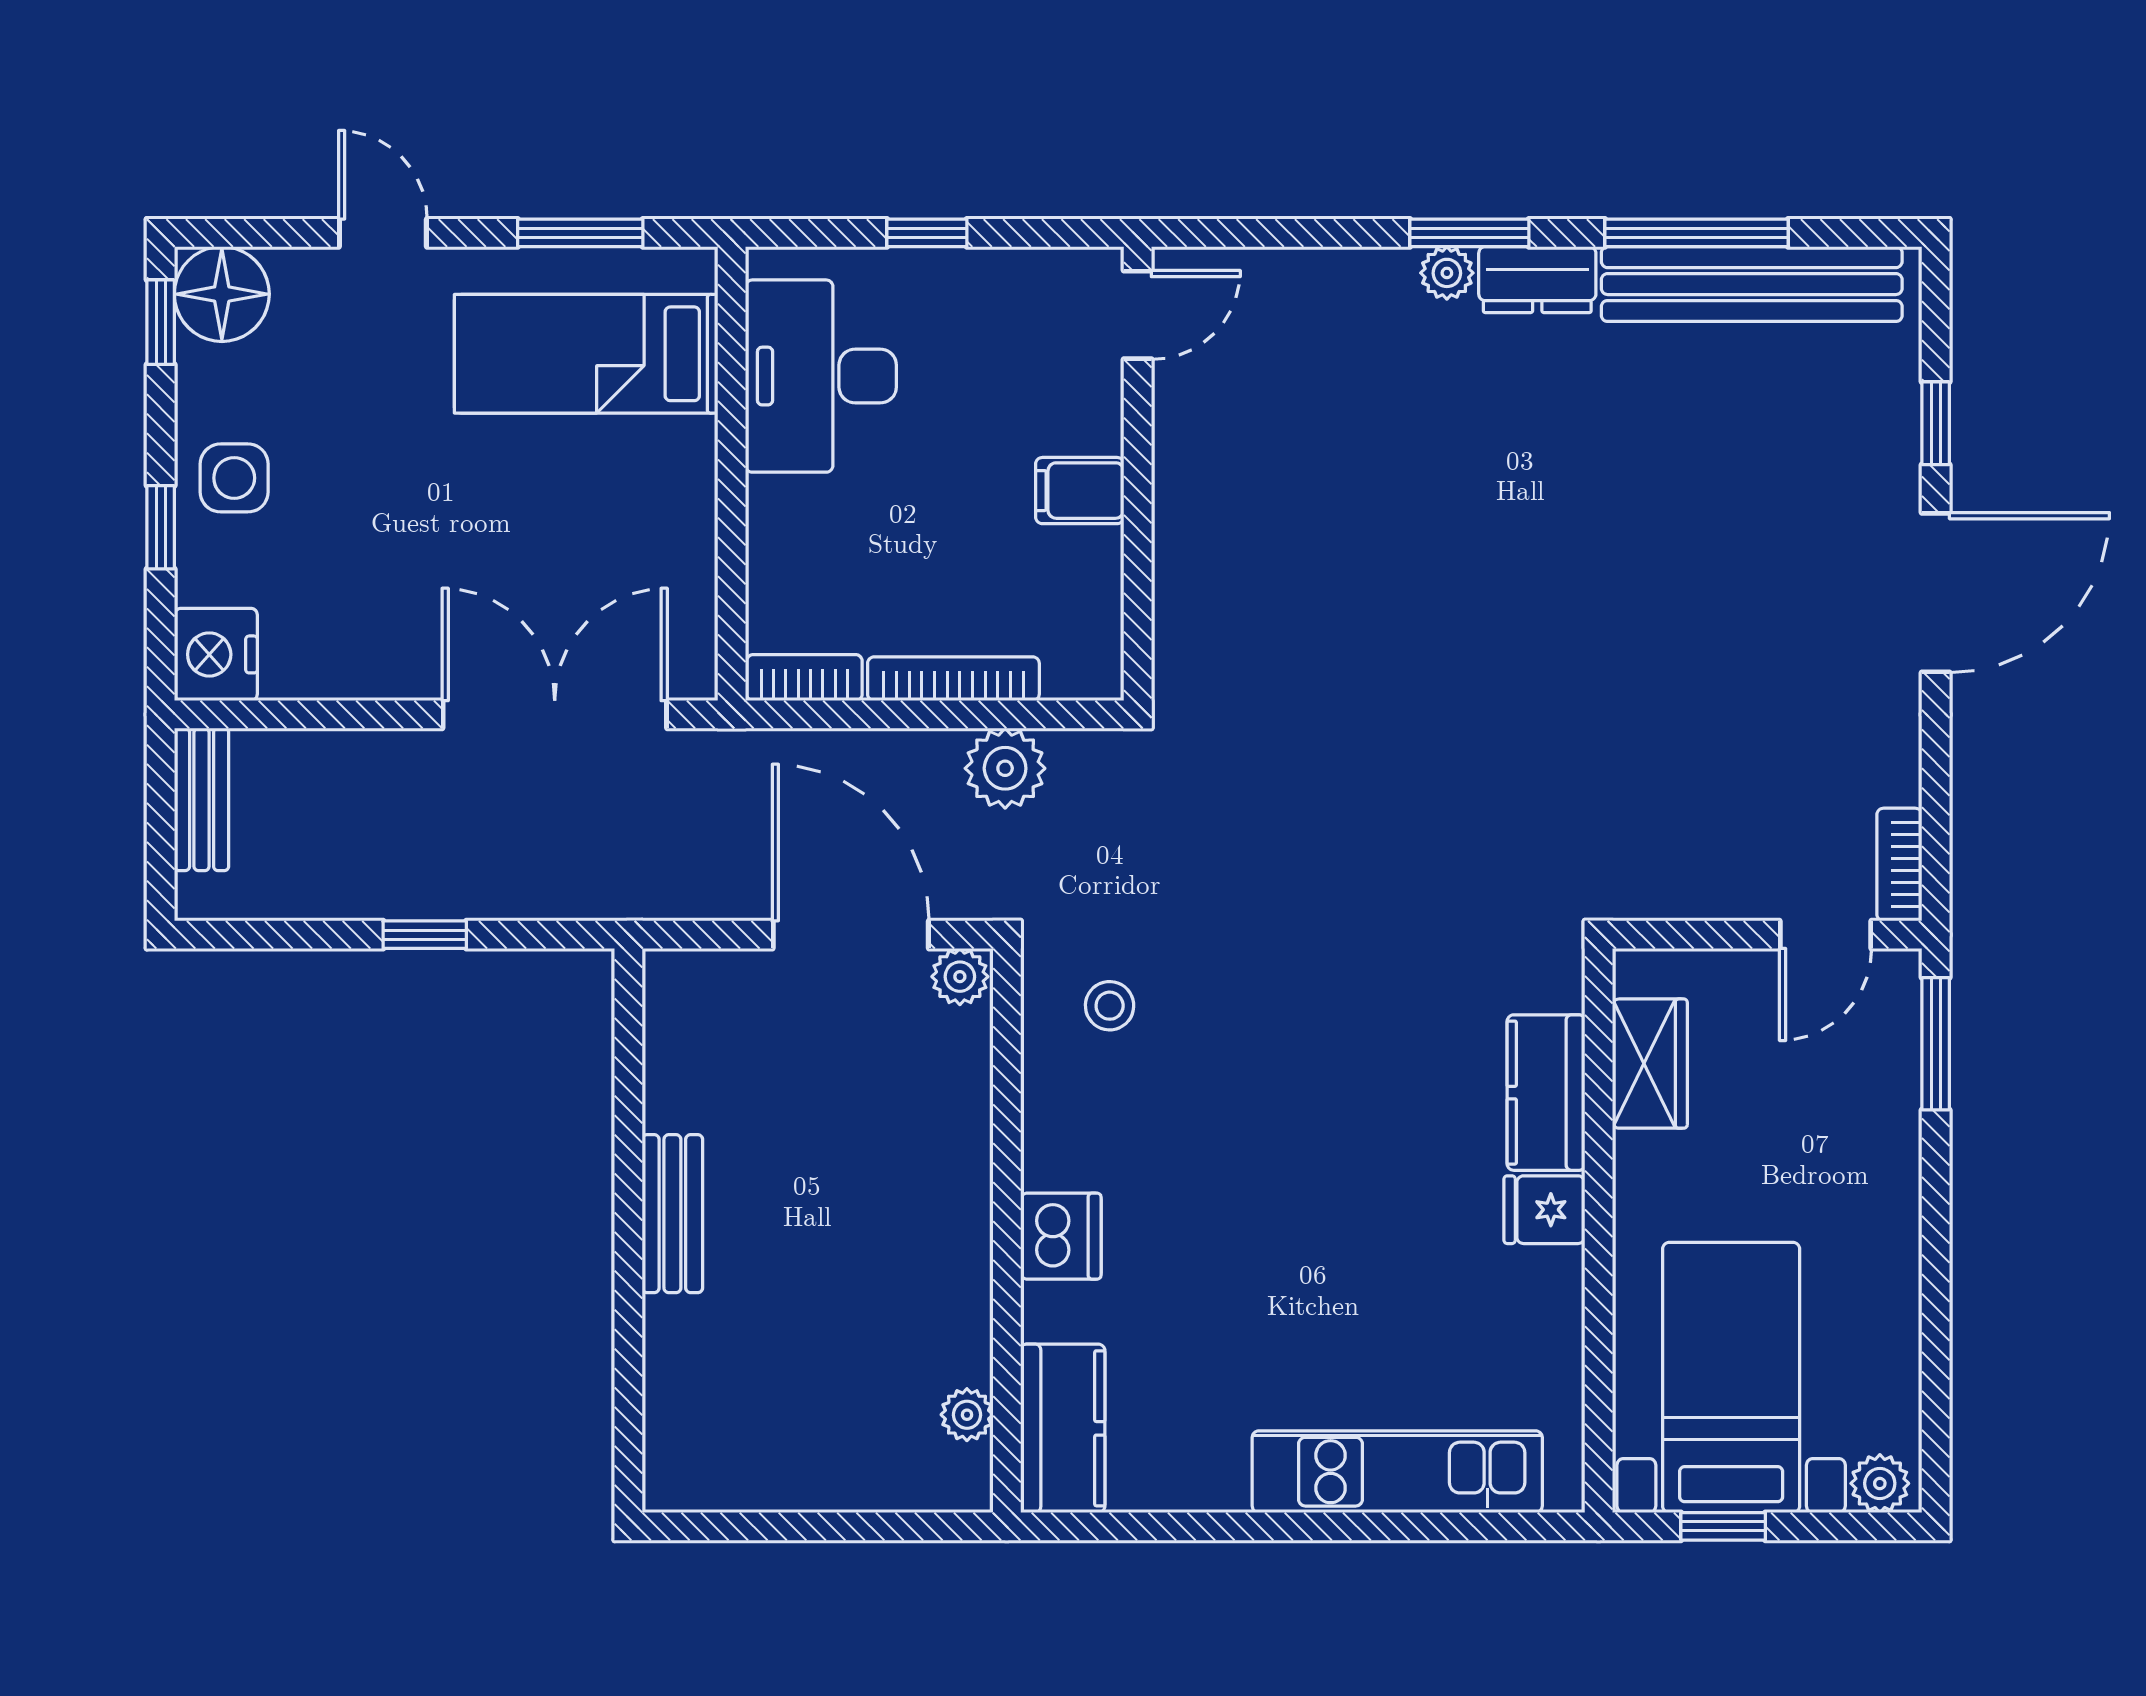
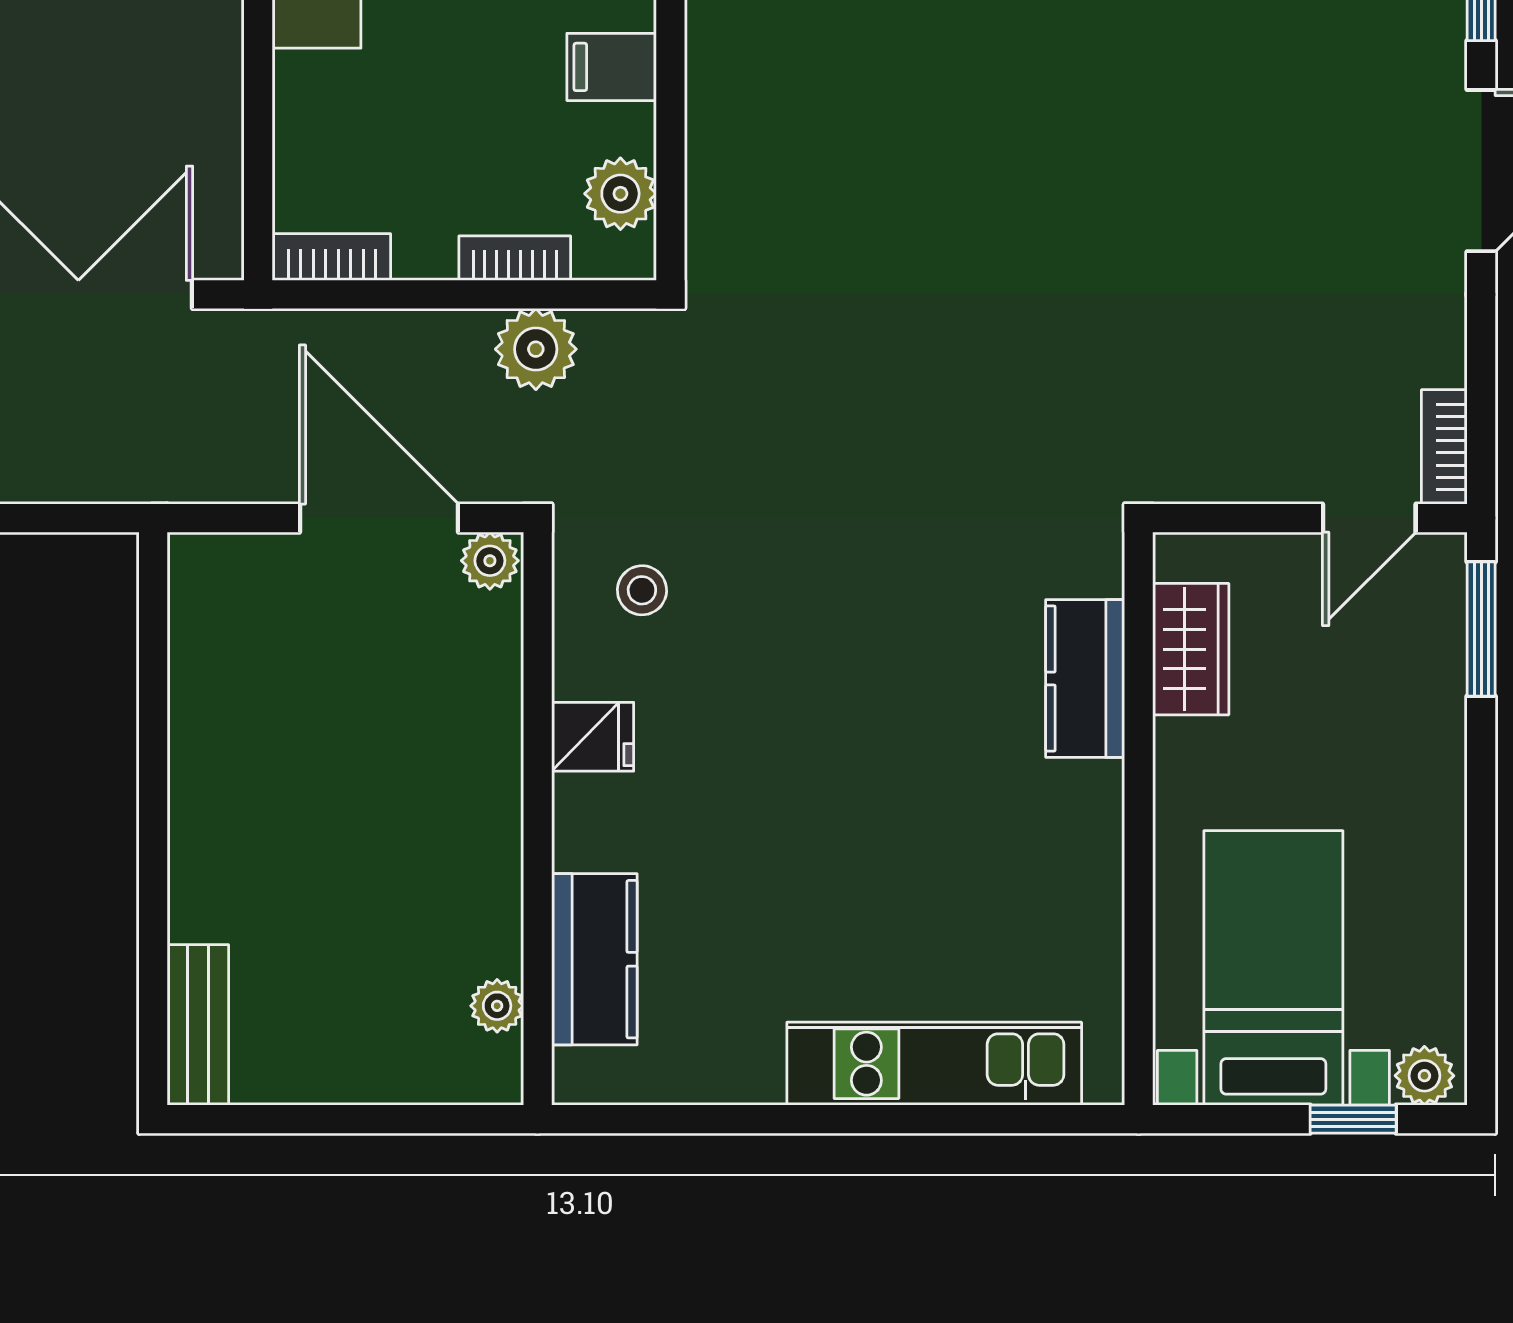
plant: (1088, 615) -> (620, 194), added
bookcase: (953, 679) -> (515, 258), width x0.64
fridge: (1544, 1210) -> (593, 737), moved, turned 180
bench: (672, 1214) -> (198, 1025), moved
dishwasher: (1061, 1236) -> (592, 824), removed
kitchen counter: (1063, 1428) -> (594, 959), moved
window: (1723, 1526) -> (1353, 1119), moved

